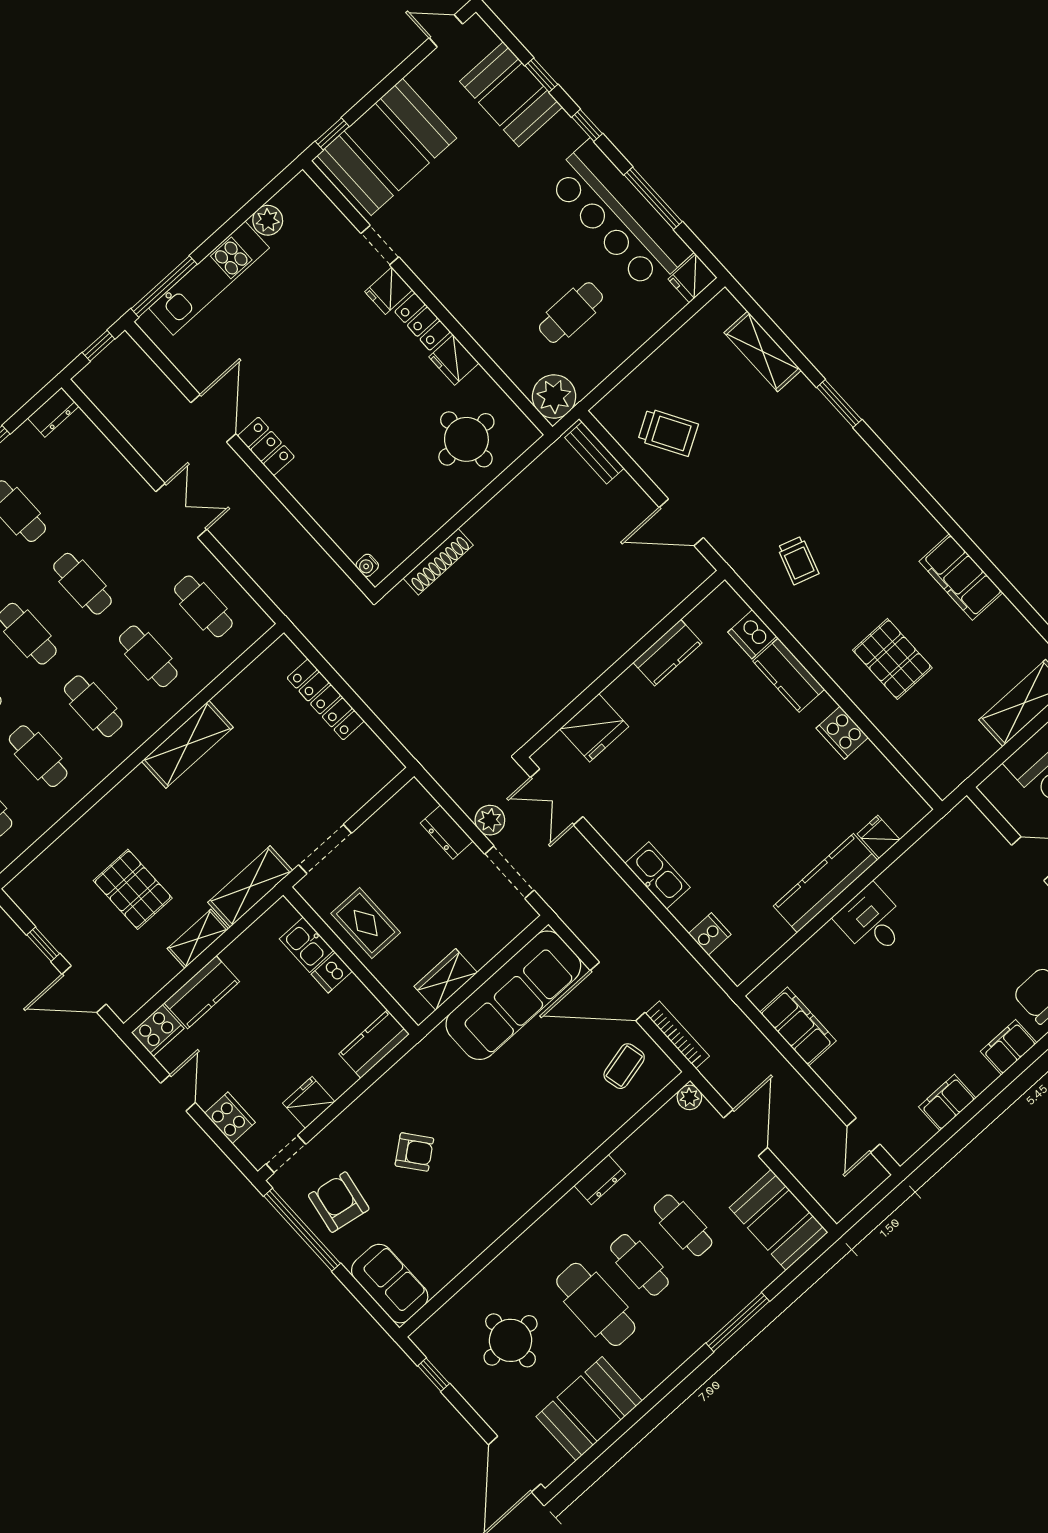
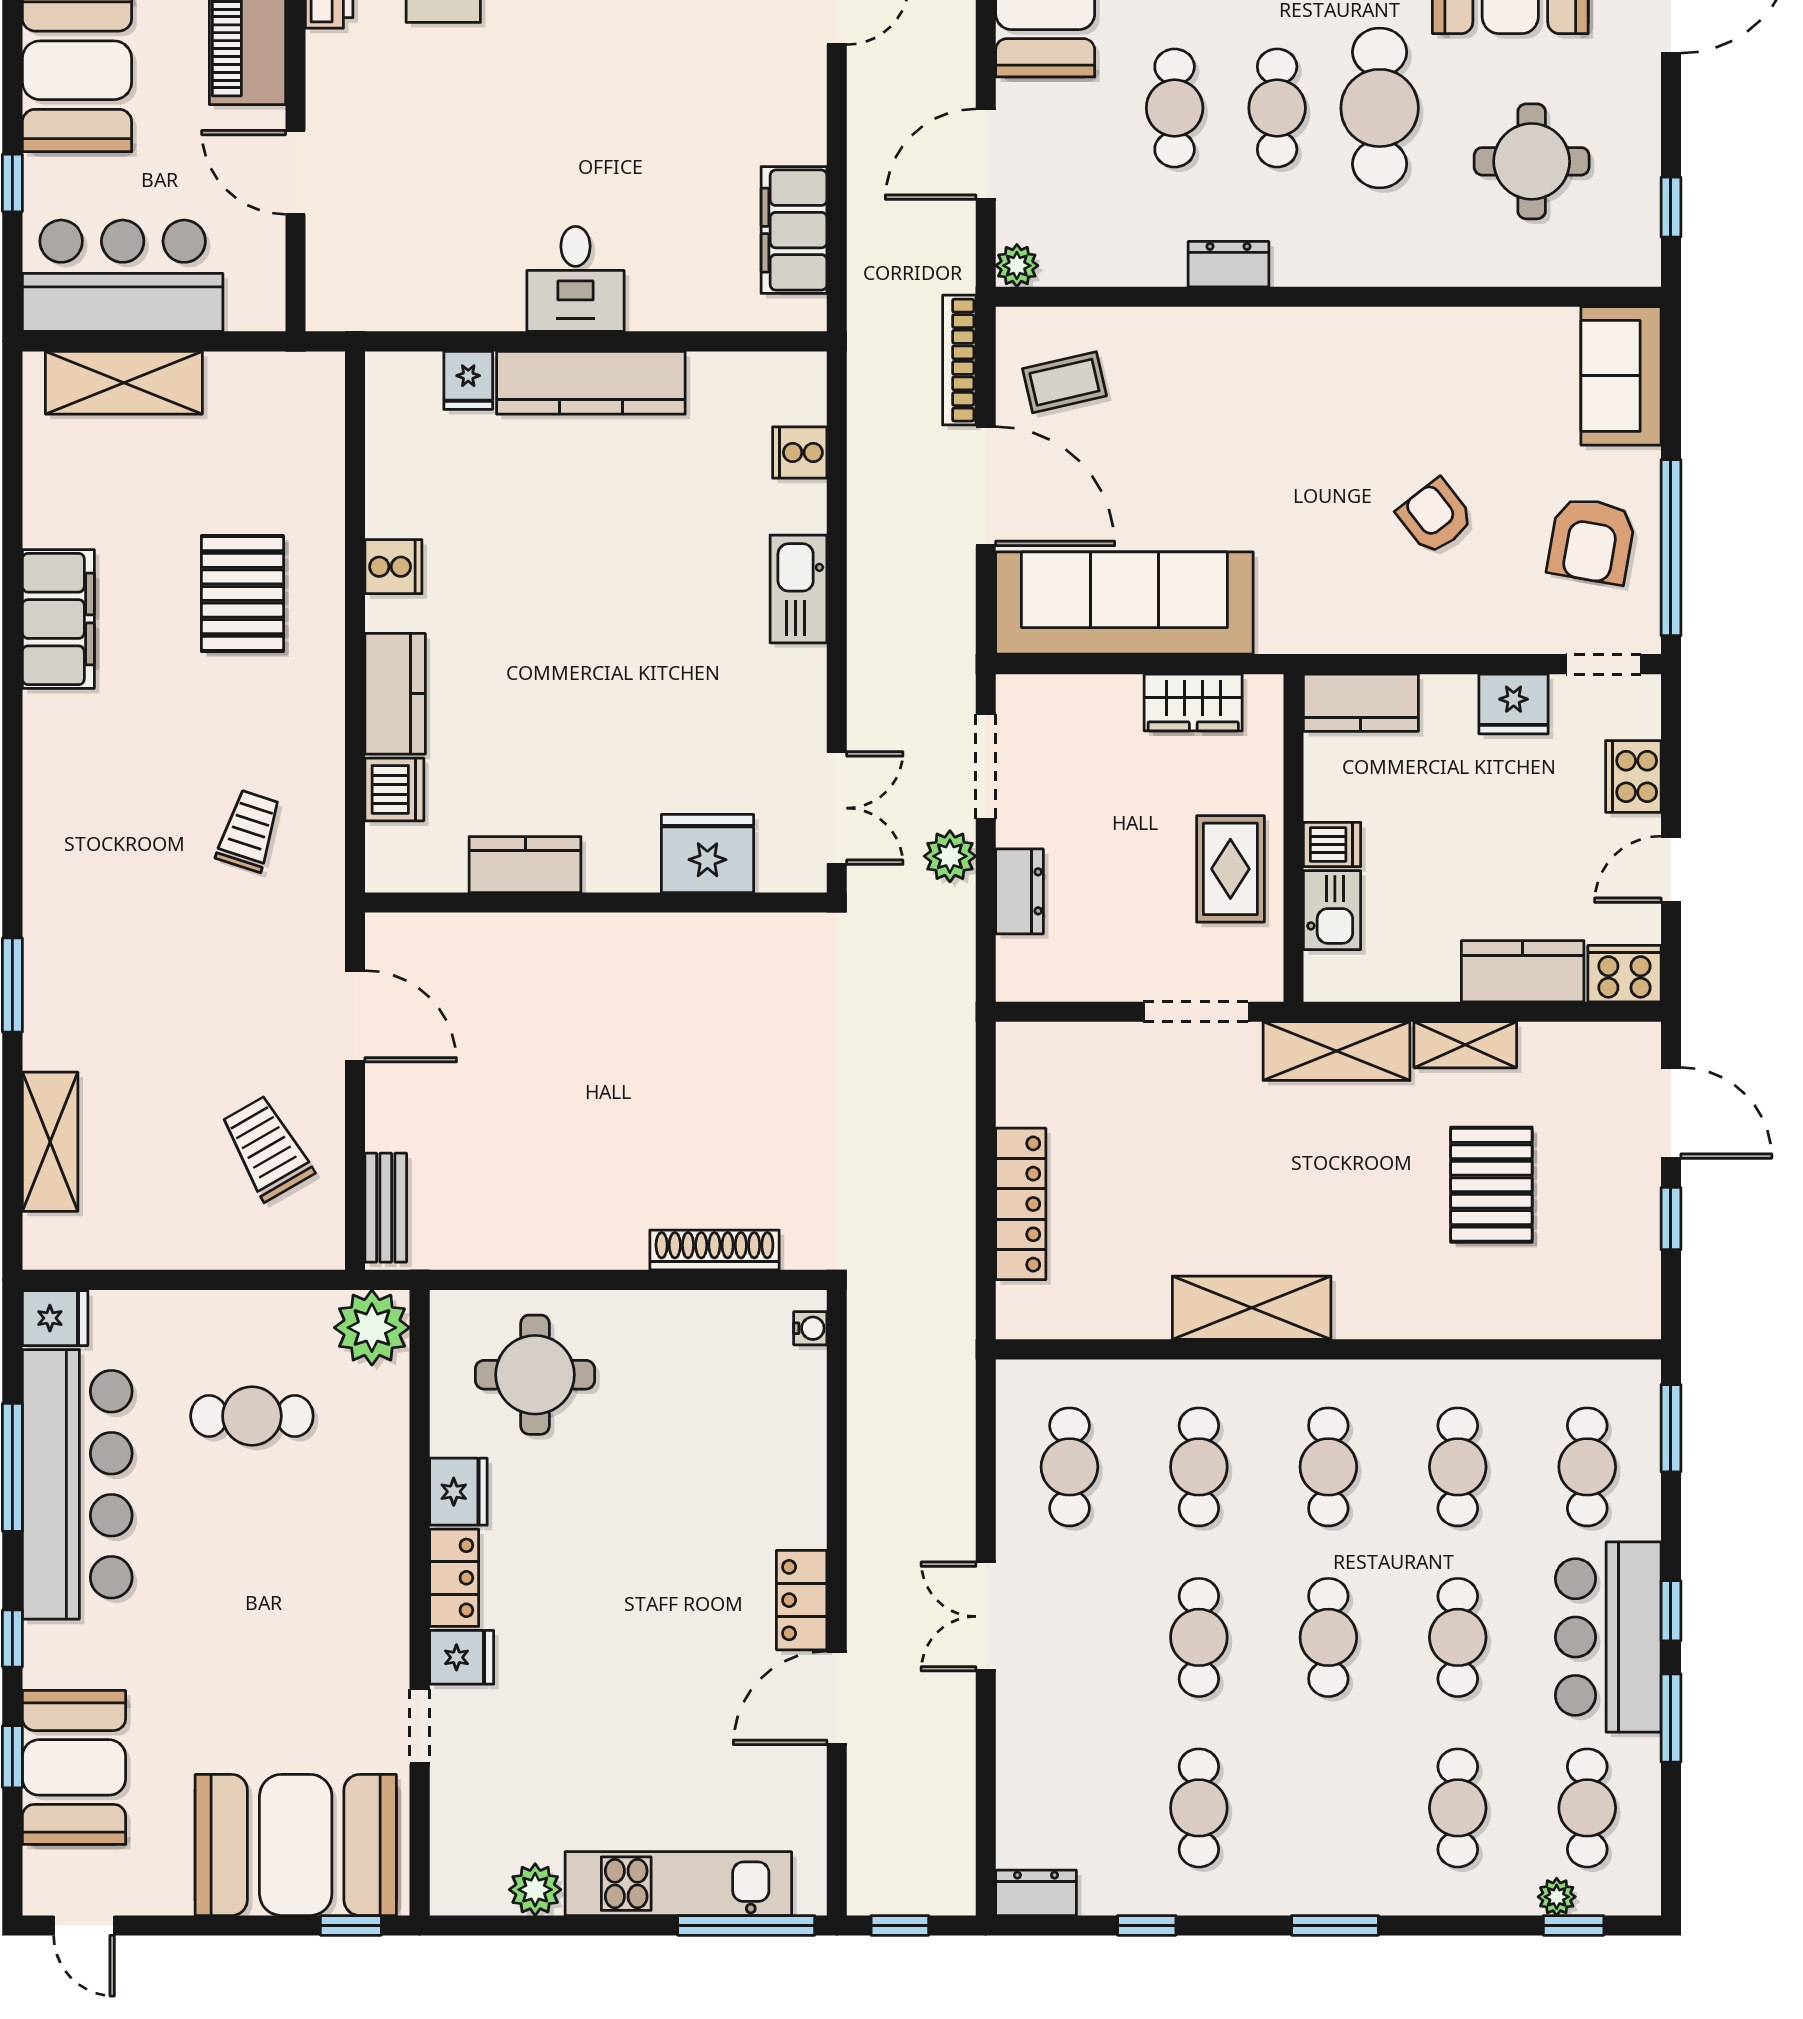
cooker: (842, 733) -> (393, 567), width x0.73

